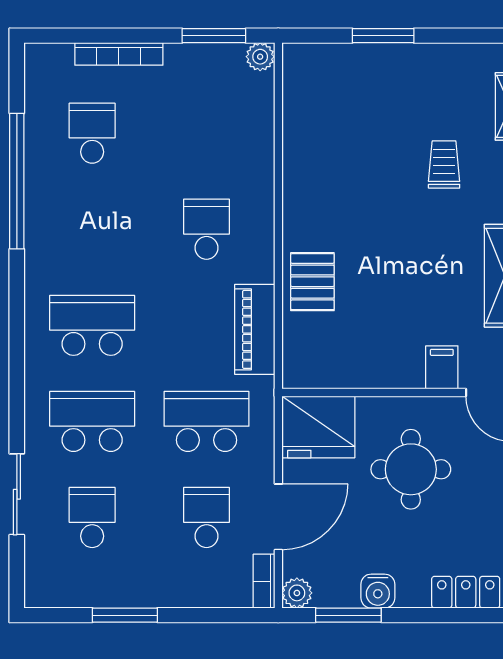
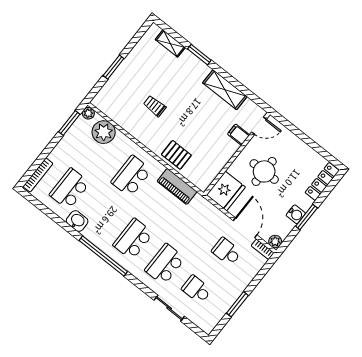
bookcase: (119, 54) -> (38, 175), moved
plant: (248, 113) -> (104, 132), added
school desk: (92, 133) -> (70, 189), width x1.85
trolley: (444, 165) -> (155, 106), moved
window: (17, 181) -> (103, 256), moved
washbasin: (43, 195) -> (77, 221), added
school desk: (206, 229) -> (131, 176), width x1.85
school desk: (206, 421) -> (195, 226), removed
window: (348, 615) -> (306, 217), moved

